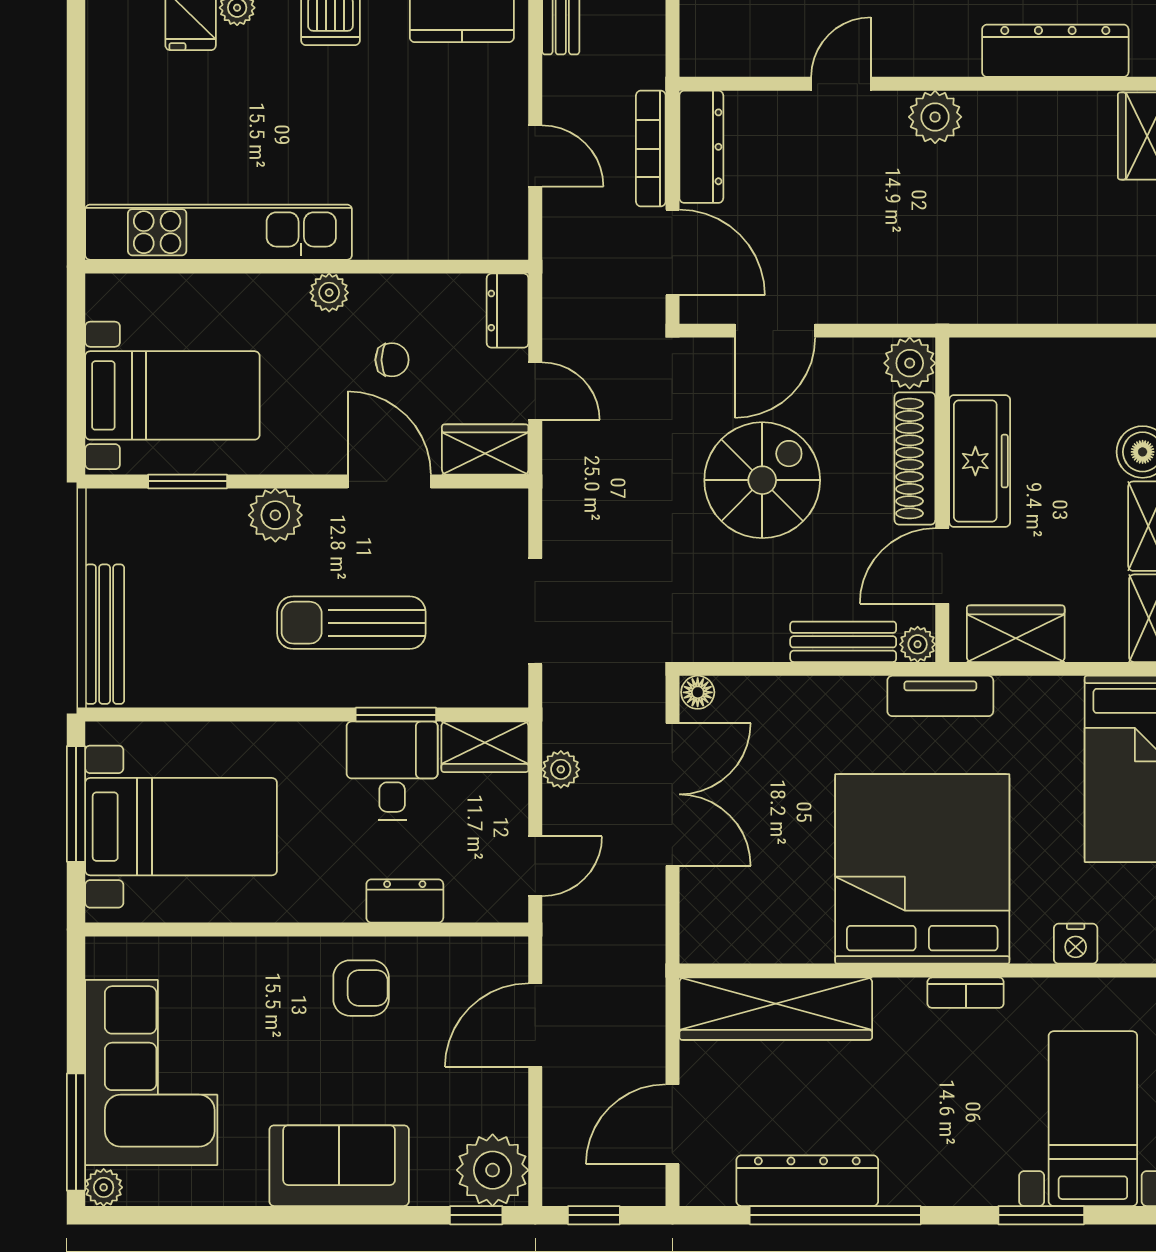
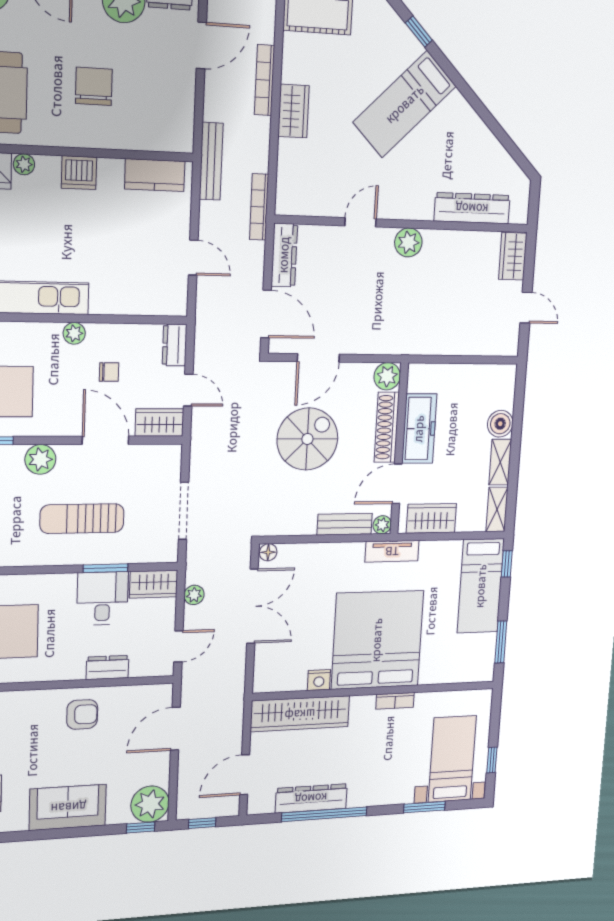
bookcase: (651, 149) -> (259, 207), moved
nightstand: (1076, 944) -> (319, 680), moved

